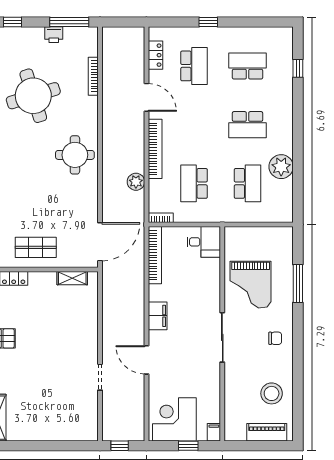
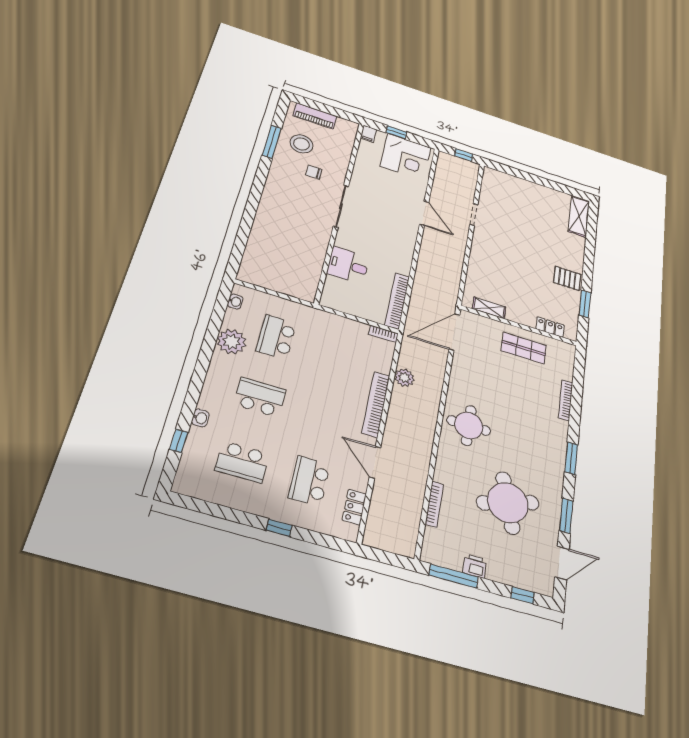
washbasin: (287, 92) -> (200, 418), added
school desk: (194, 183) -> (338, 356), removed
washbasin: (288, 205) -> (235, 302), added
desk: (204, 242) -> (348, 265), moved
window: (298, 283) -> (272, 142), moved
grand piano: (251, 285) -> (299, 241), removed
filing cabinet: (158, 316) -> (405, 246), removed
chair: (275, 338) -> (314, 172), moved

